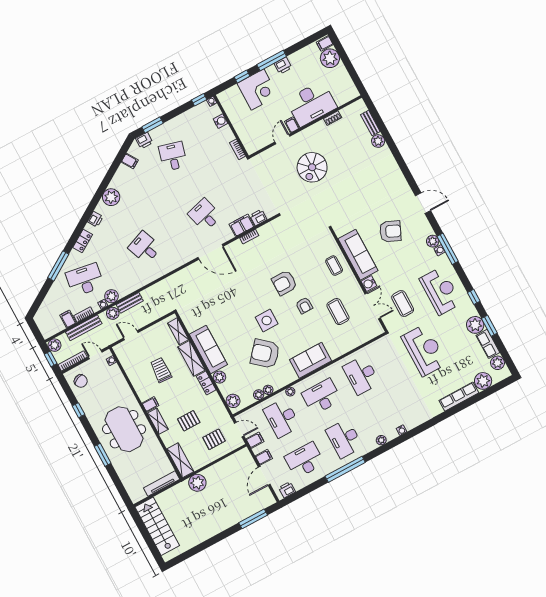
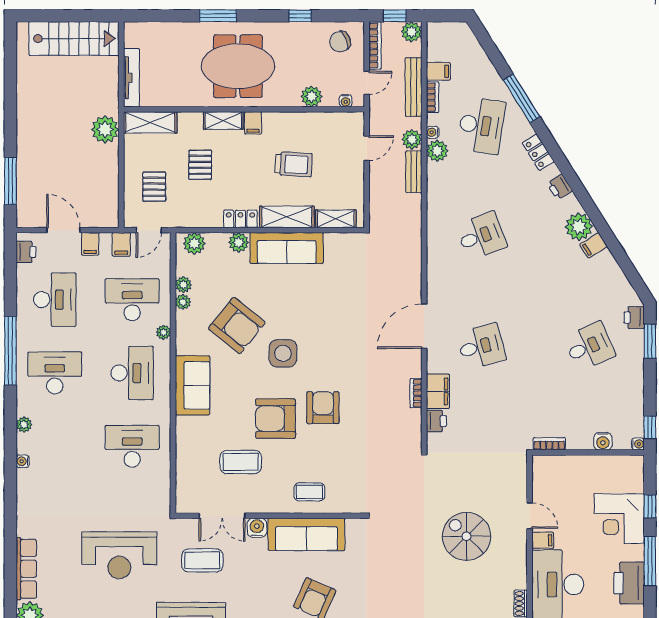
printer: (283, 66) -> (629, 583), width x1.87, depth x1.48
desk: (173, 156) -> (589, 346), turned -39
filing cabinet: (130, 161) -> (594, 245), moved
armchair: (304, 305) -> (276, 419), width x1.88, depth x1.88
armchair: (265, 354) -> (237, 325), turned 88
plant: (119, 380) -> (312, 97), added

